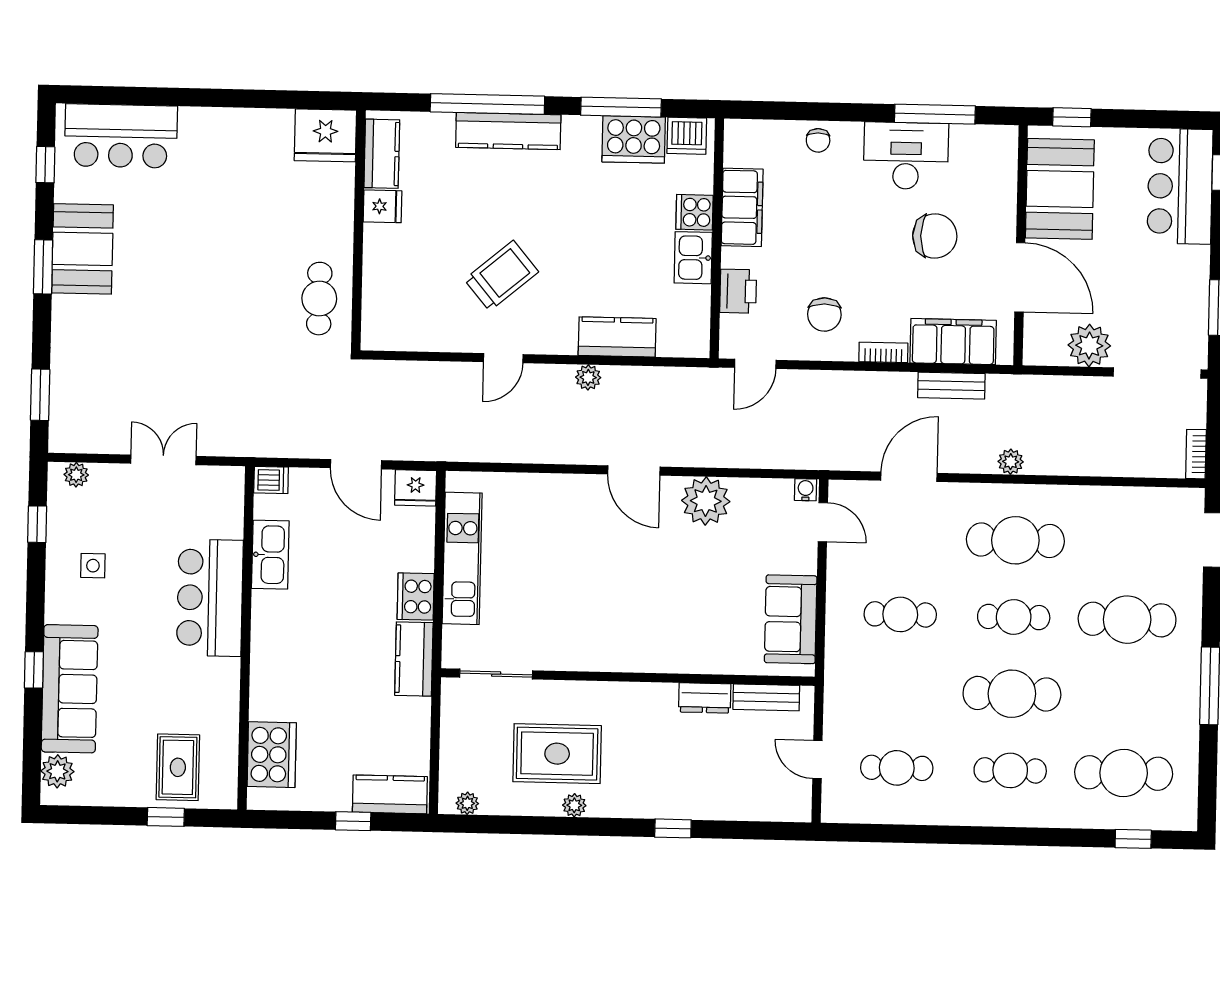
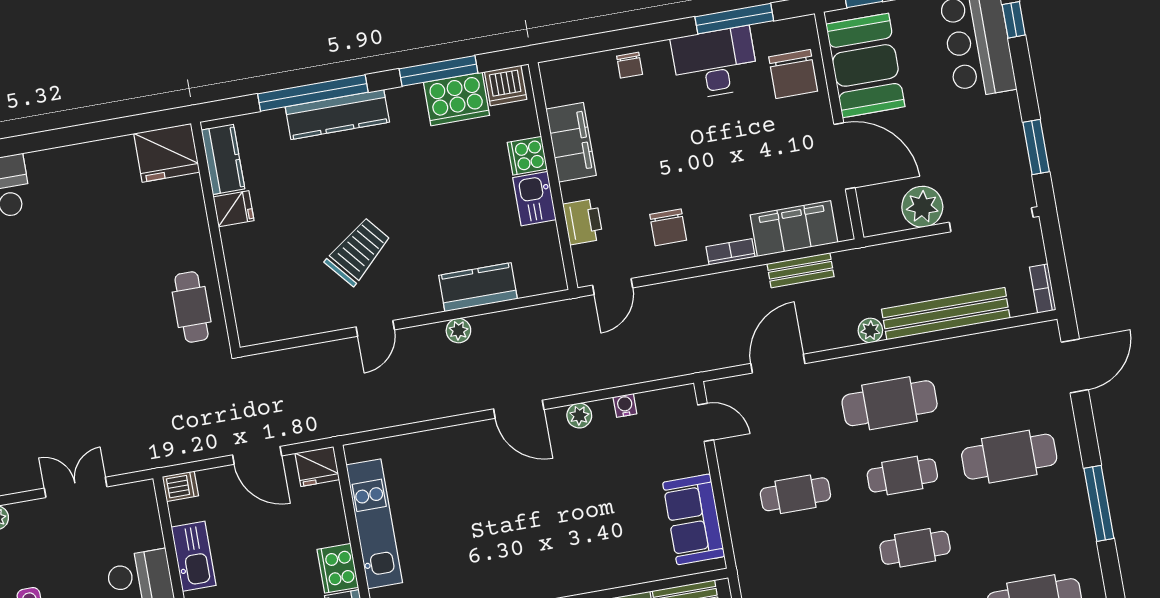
chair: (935, 236) -> (793, 74), moved, turned 90
bench: (1091, 460) -> (946, 314), added
water cooler: (806, 490) -> (625, 405), moved
plant: (706, 501) -> (579, 416), width x0.53, depth x0.53
cafe table: (1012, 694) -> (915, 548), width x0.73, depth x0.74

